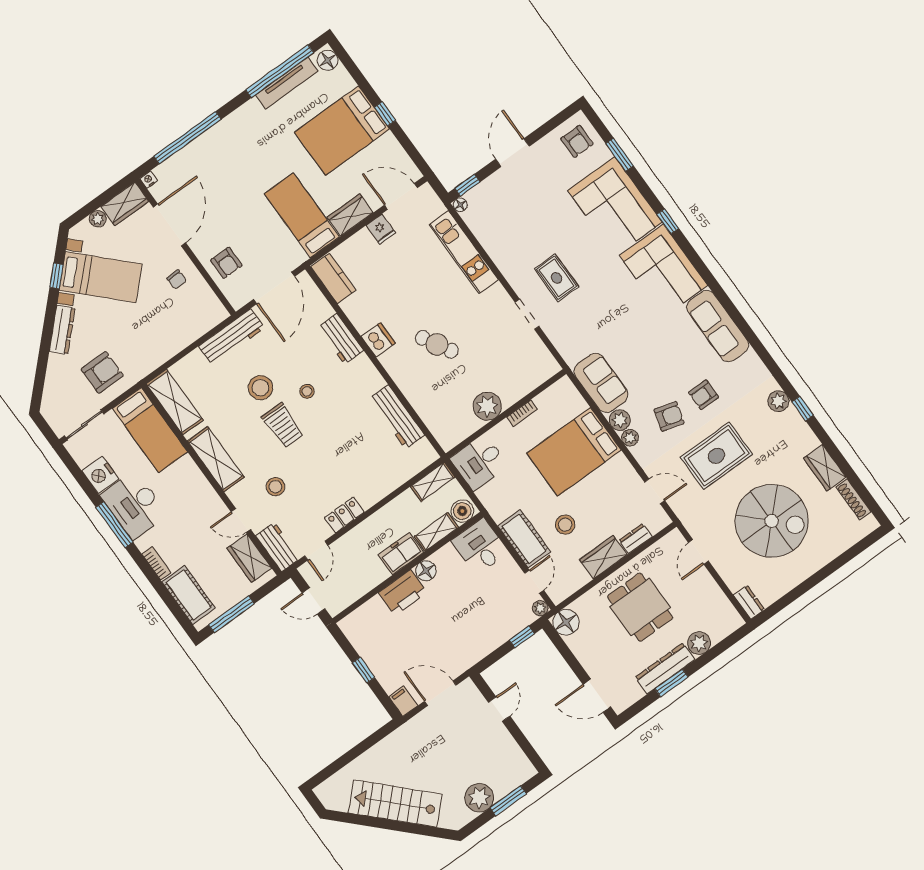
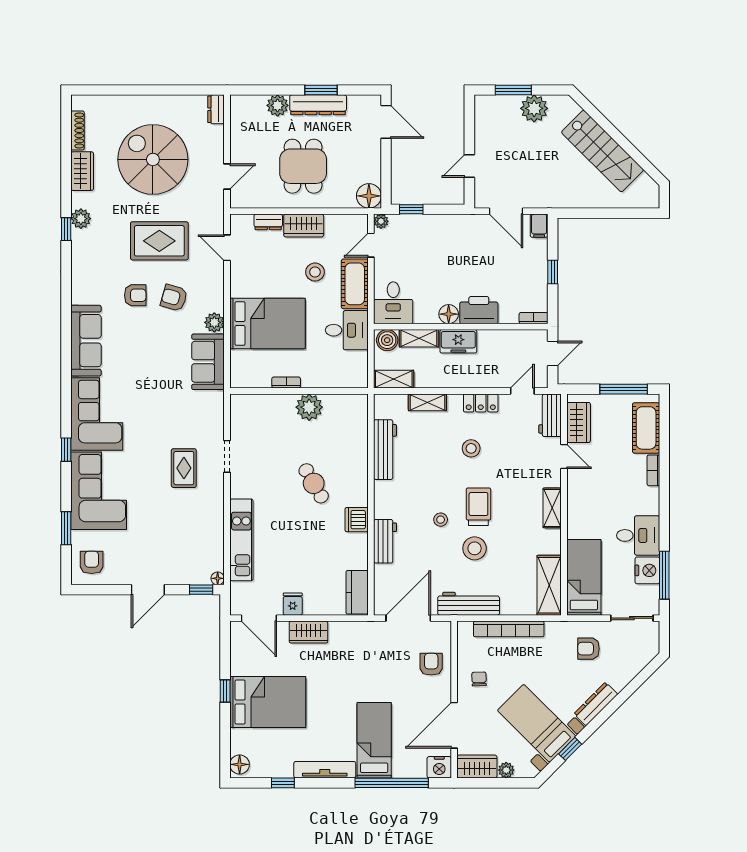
window: (280, 71) -> (283, 783), width x0.32
tv unit: (287, 83) -> (325, 770), moved
nightstand: (149, 180) -> (439, 767), width x1.89, depth x1.79
bed: (302, 215) -> (374, 740), moved, turned 180
bookcase: (182, 340) -> (509, 629), added
armchair: (102, 372) -> (589, 649), width x0.72, depth x0.72
plant: (778, 401) -> (81, 219), moved
plant: (630, 438) -> (216, 303), removed
shelving: (216, 459) -> (552, 508), width x0.67, depth x0.75
desk: (479, 462) -> (347, 330), moved
shelving: (390, 483) -> (427, 402), added
stool: (275, 487) -> (471, 448), moved
desk: (134, 505) -> (638, 535), width x0.73
window: (114, 525) -> (664, 575), moved
door: (314, 601) -> (553, 354), hinge flipped
bookcase: (351, 619) -> (534, 318), added

